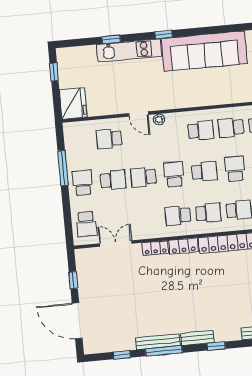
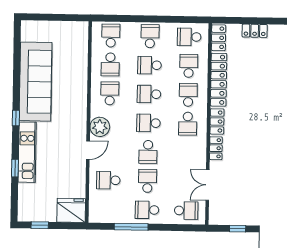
plant: (159, 119) -> (100, 127), width x1.88, depth x1.88
school desk: (109, 139) -> (108, 180), turned 90
school desk: (204, 172) -> (149, 94), turned -90

